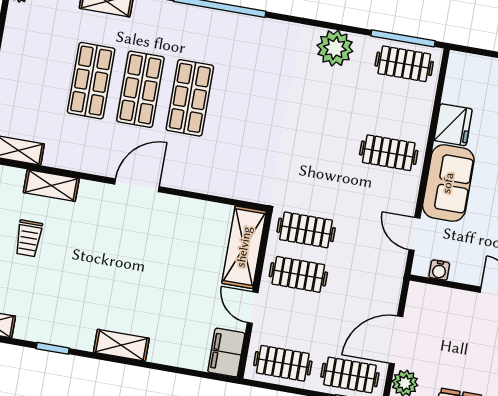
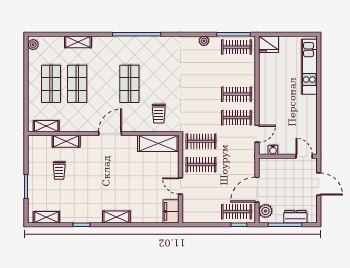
plant: (335, 48) -> (204, 41), width x0.53, depth x0.53
shop shelf: (140, 89) -> (51, 84), moved
fridge: (453, 125) -> (268, 44), moved, turned 90
trolley: (235, 164) -> (159, 114), added
sofa: (448, 183) -> (270, 104), removed
door: (414, 234) -> (257, 134), swing flipped
shelving: (244, 247) -> (158, 143), moved, turned 90
clothes rail: (283, 363) -> (236, 118), moved

